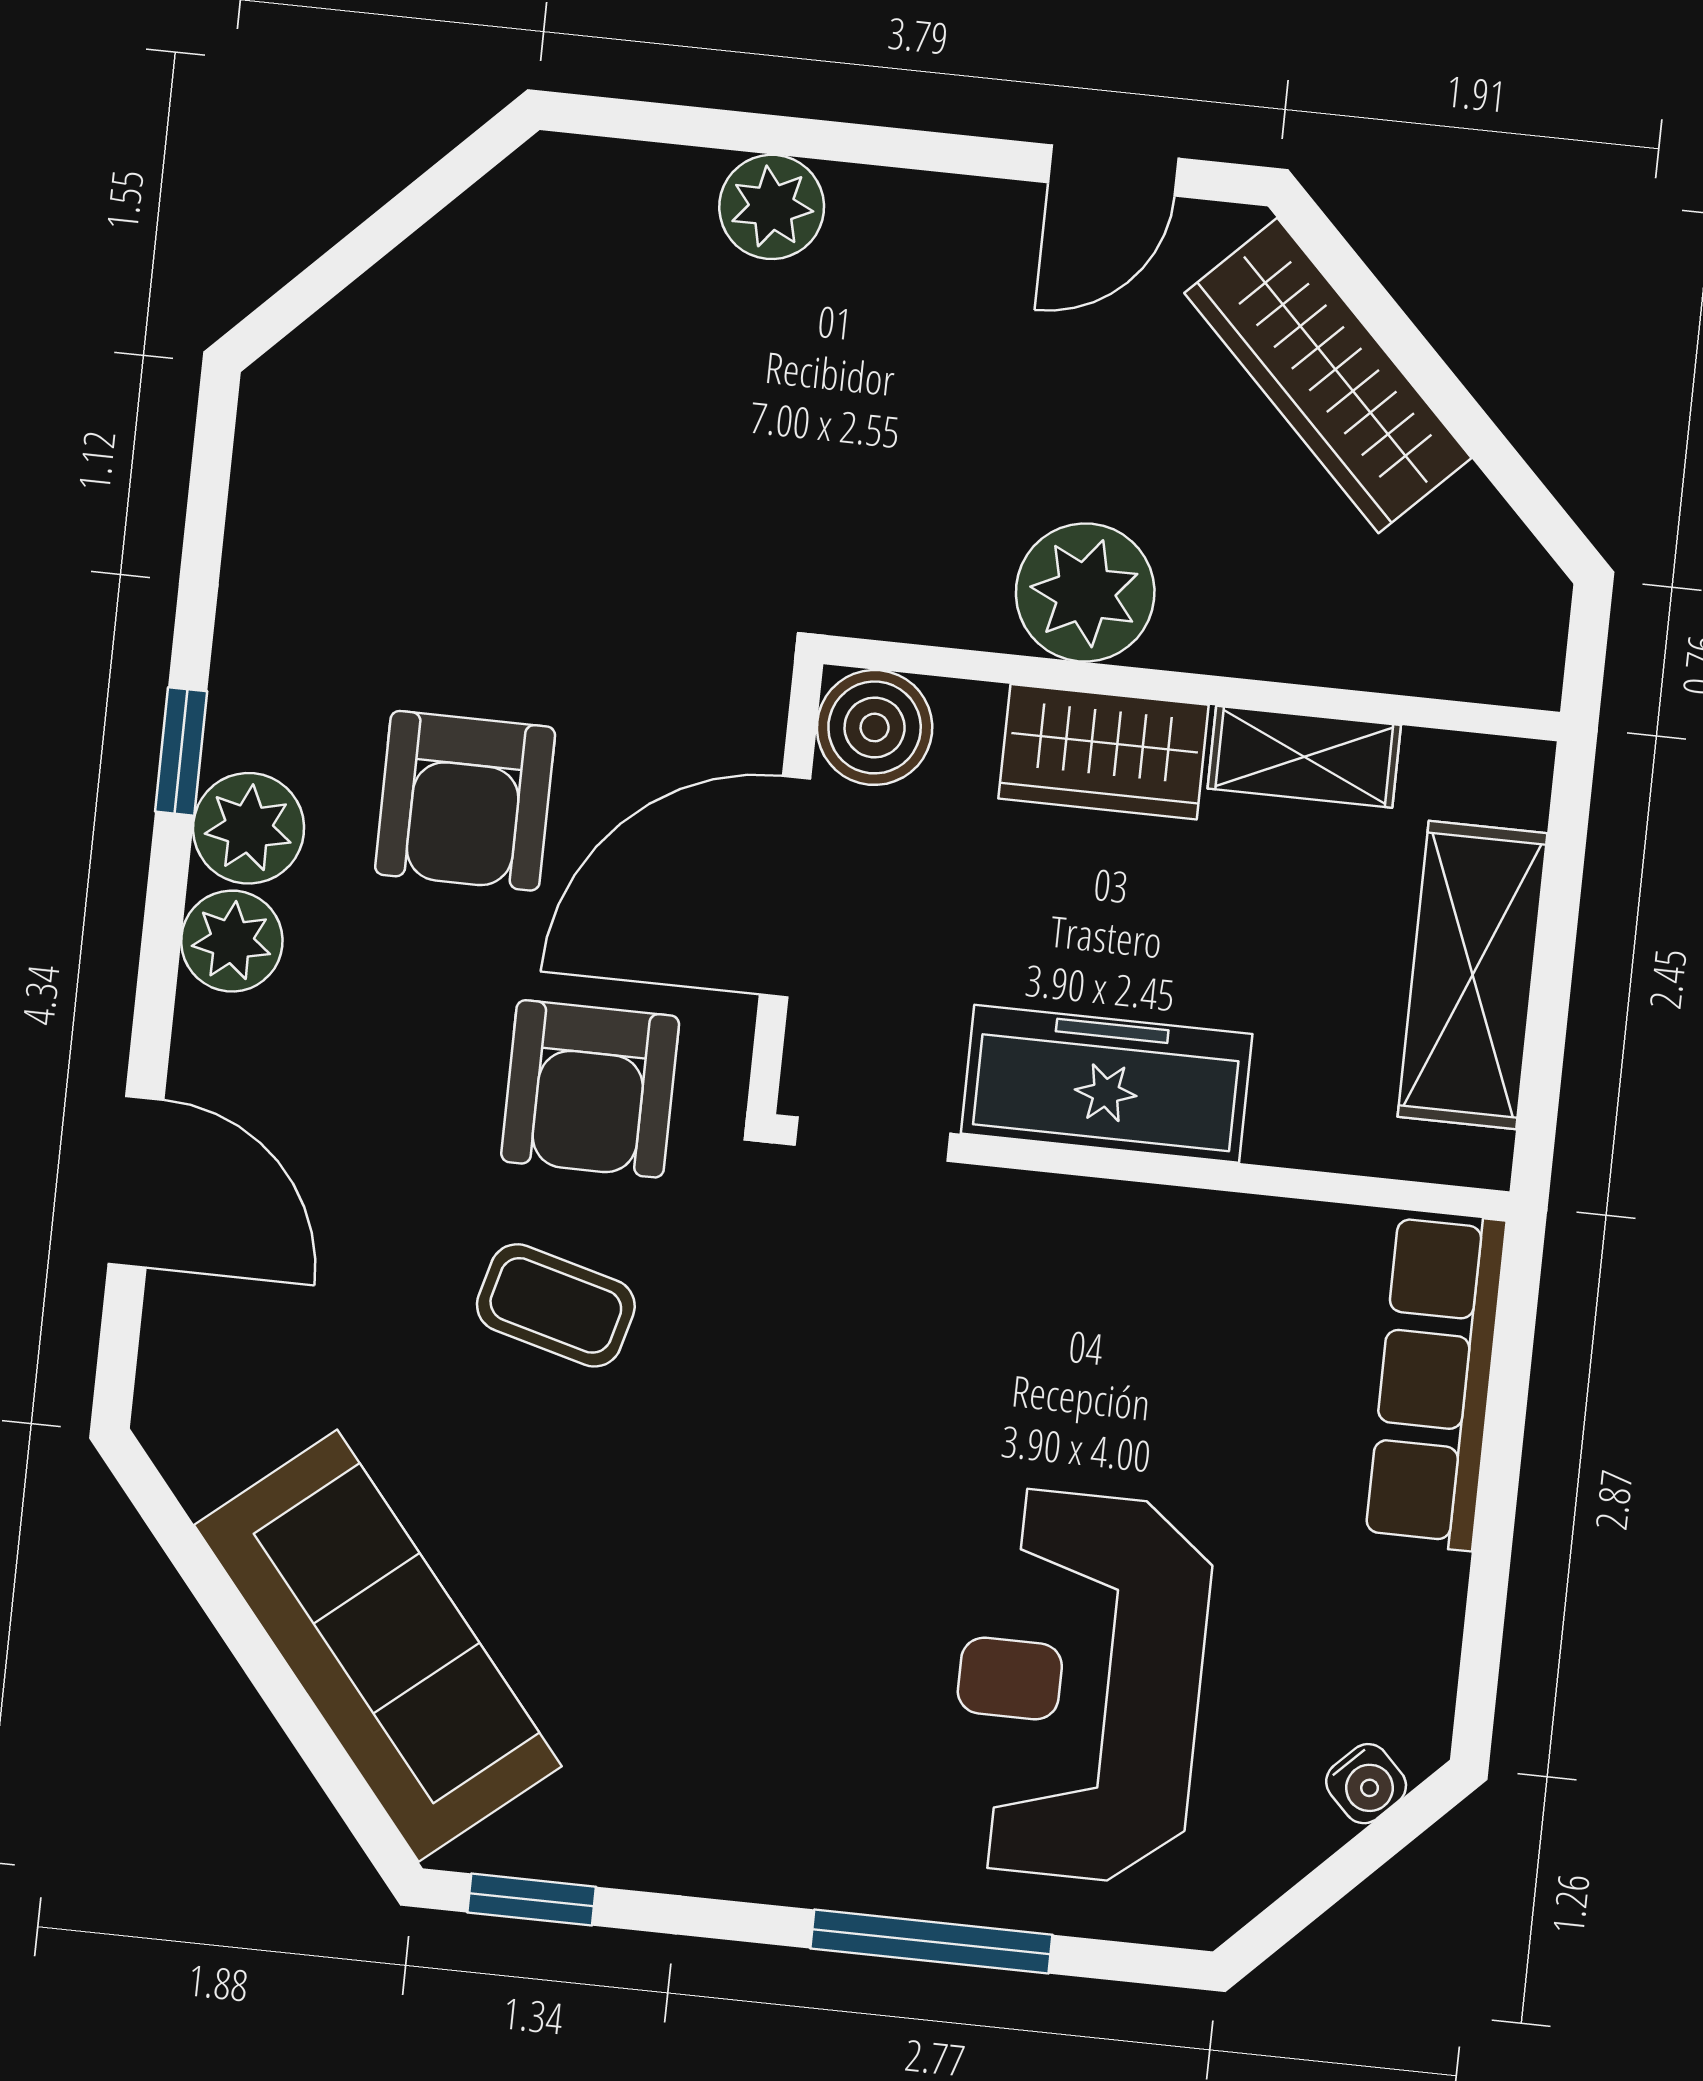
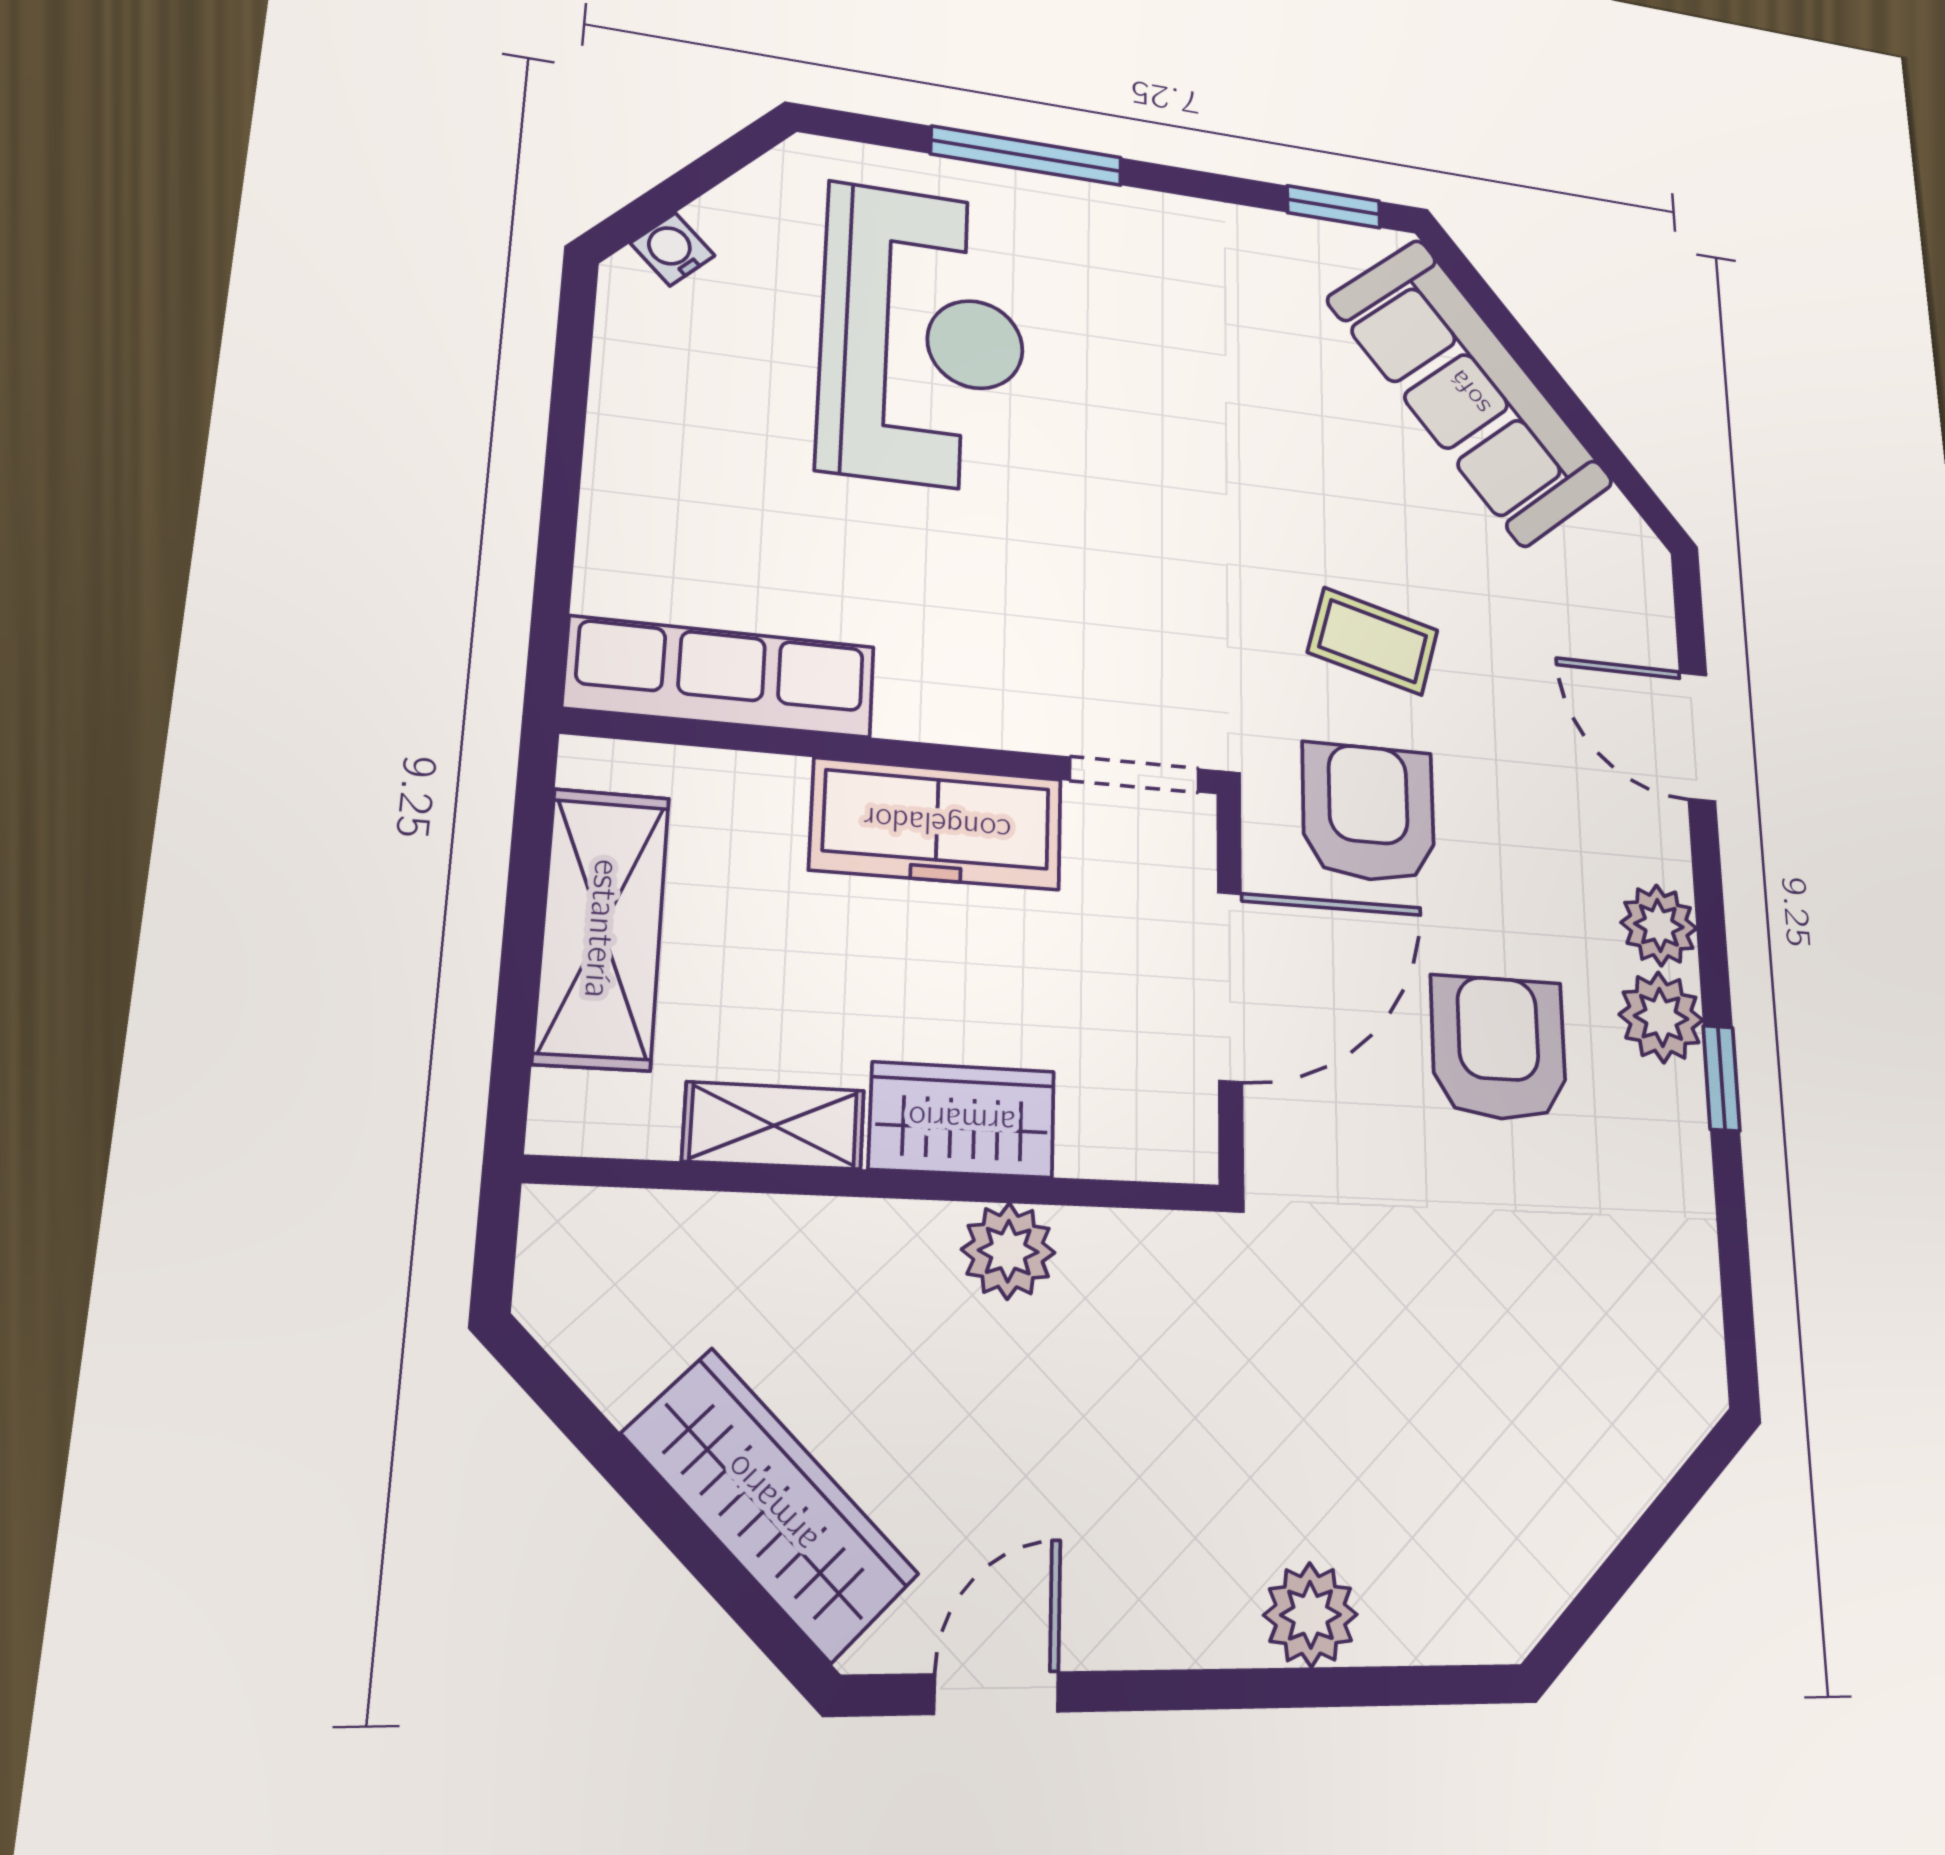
plant: (1085, 592) -> (1008, 1251), width x0.73, depth x0.73
boiler: (875, 727) -> (1168, 1130), removed
row of seats: (1436, 1381) -> (721, 677), moved, turned -90

